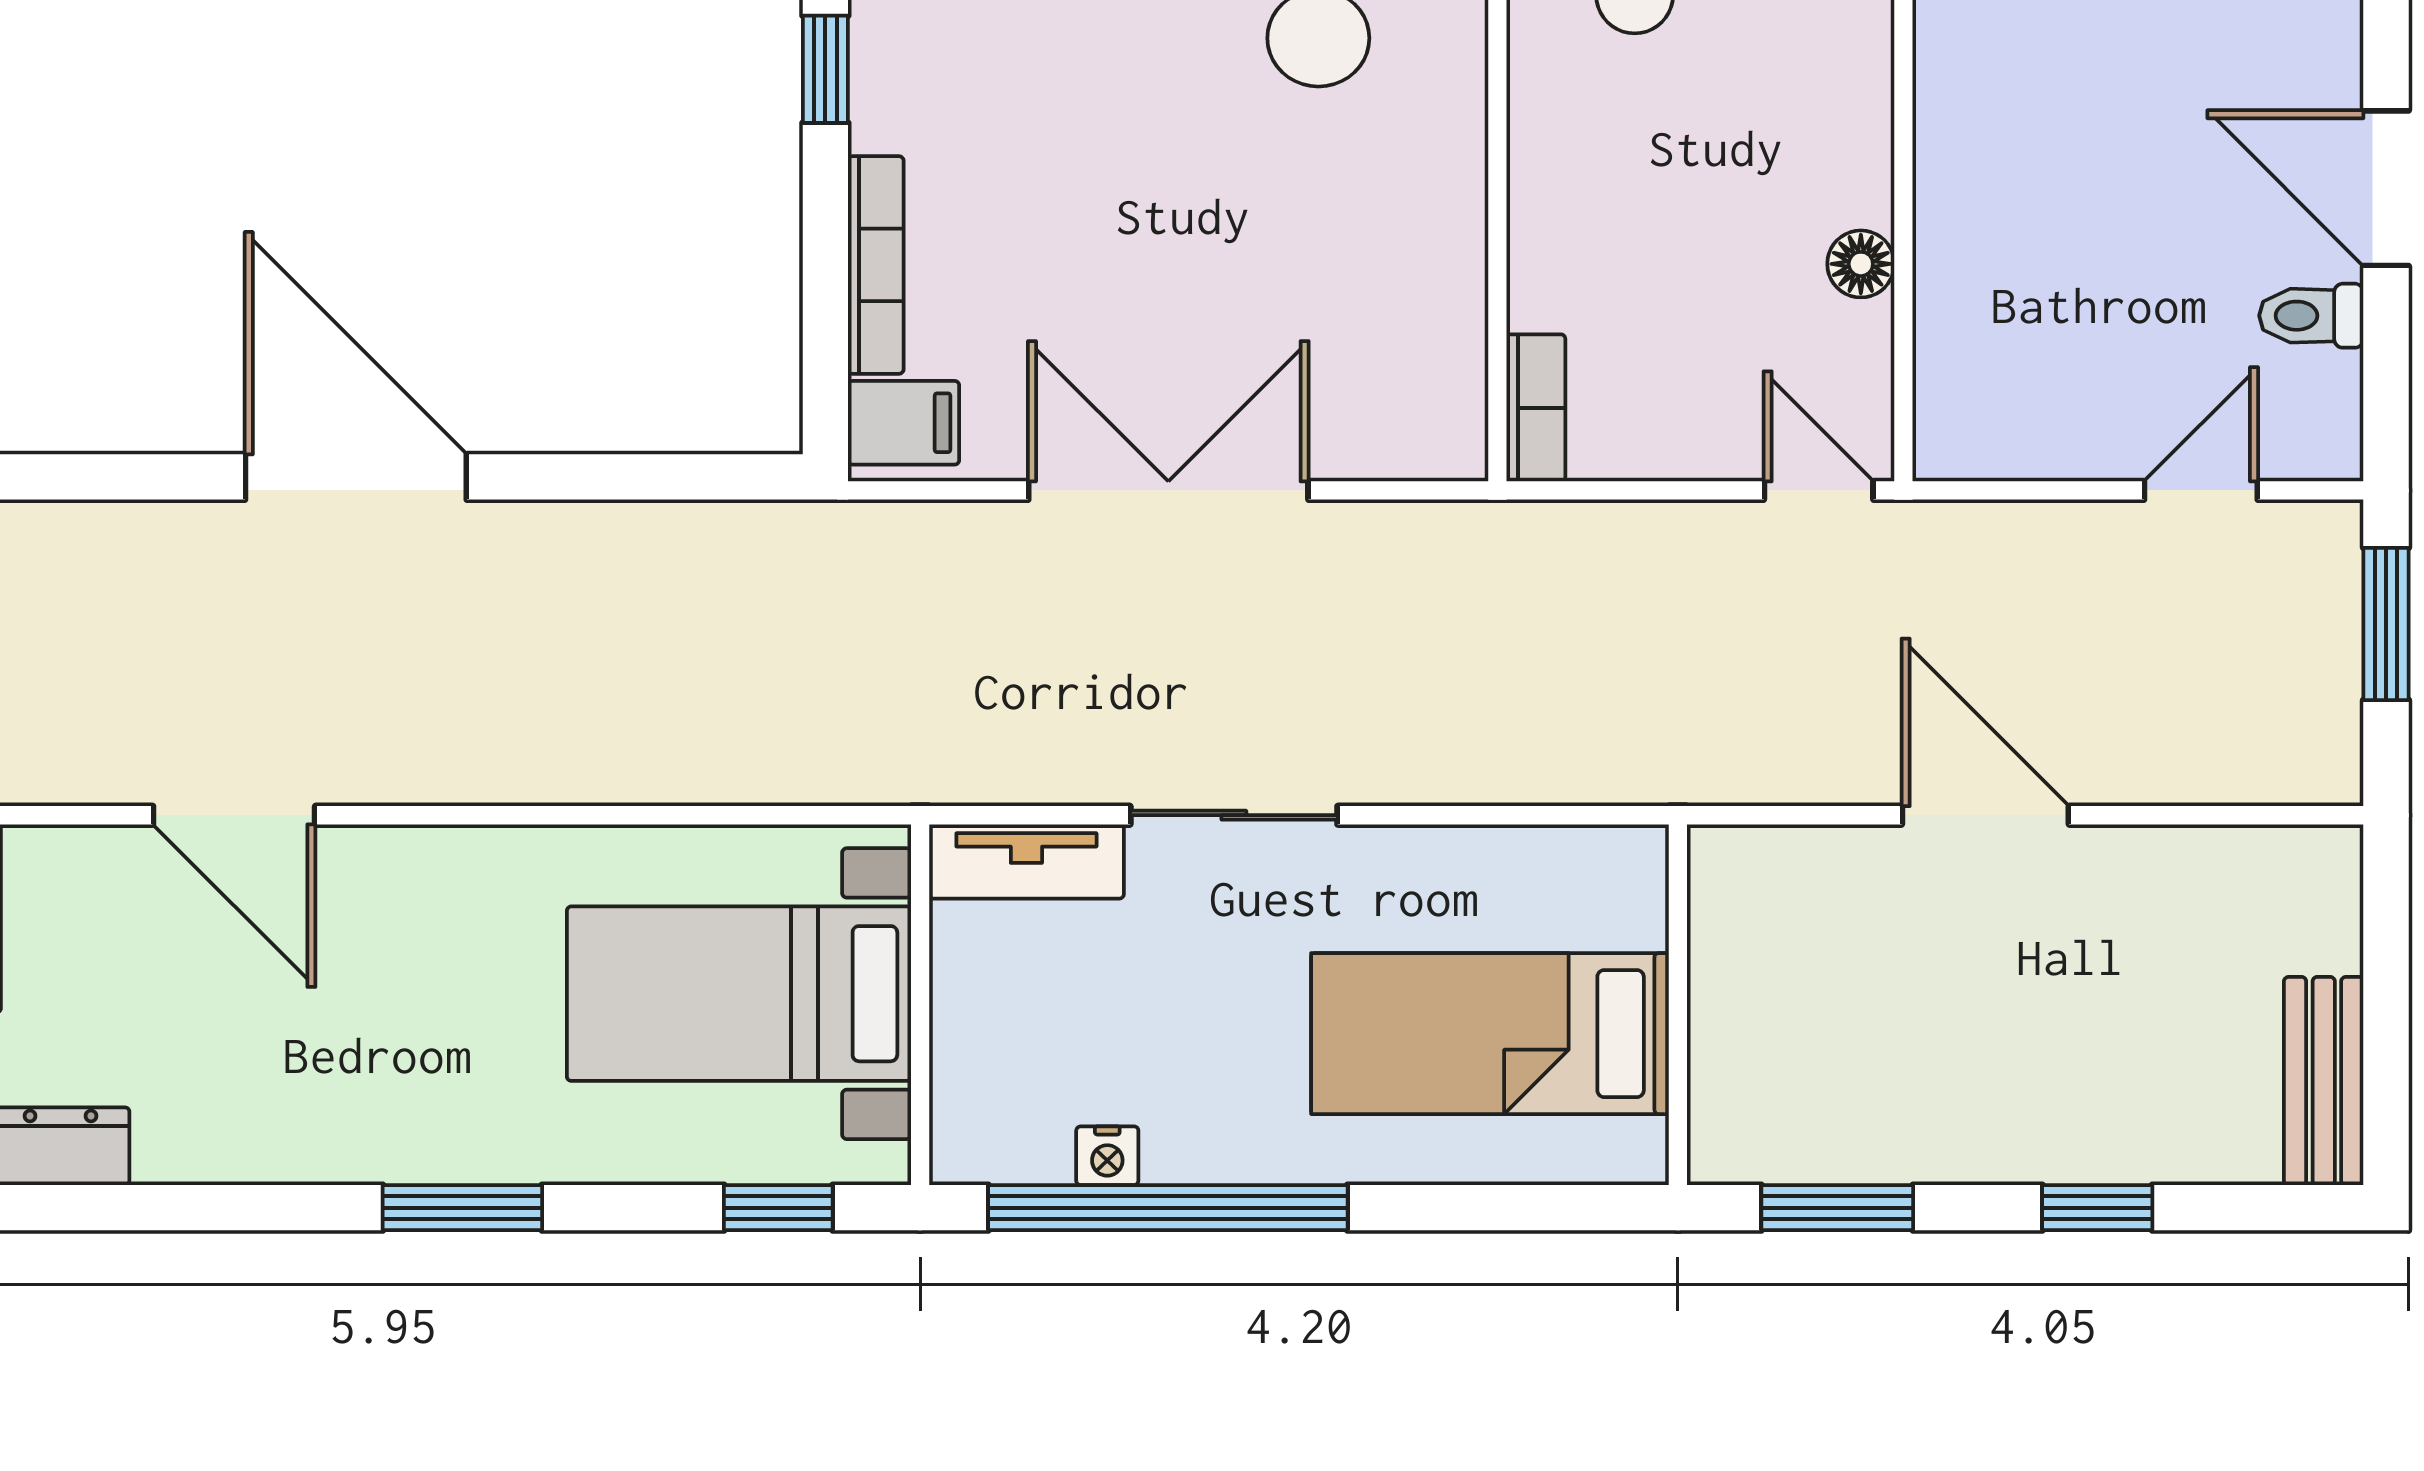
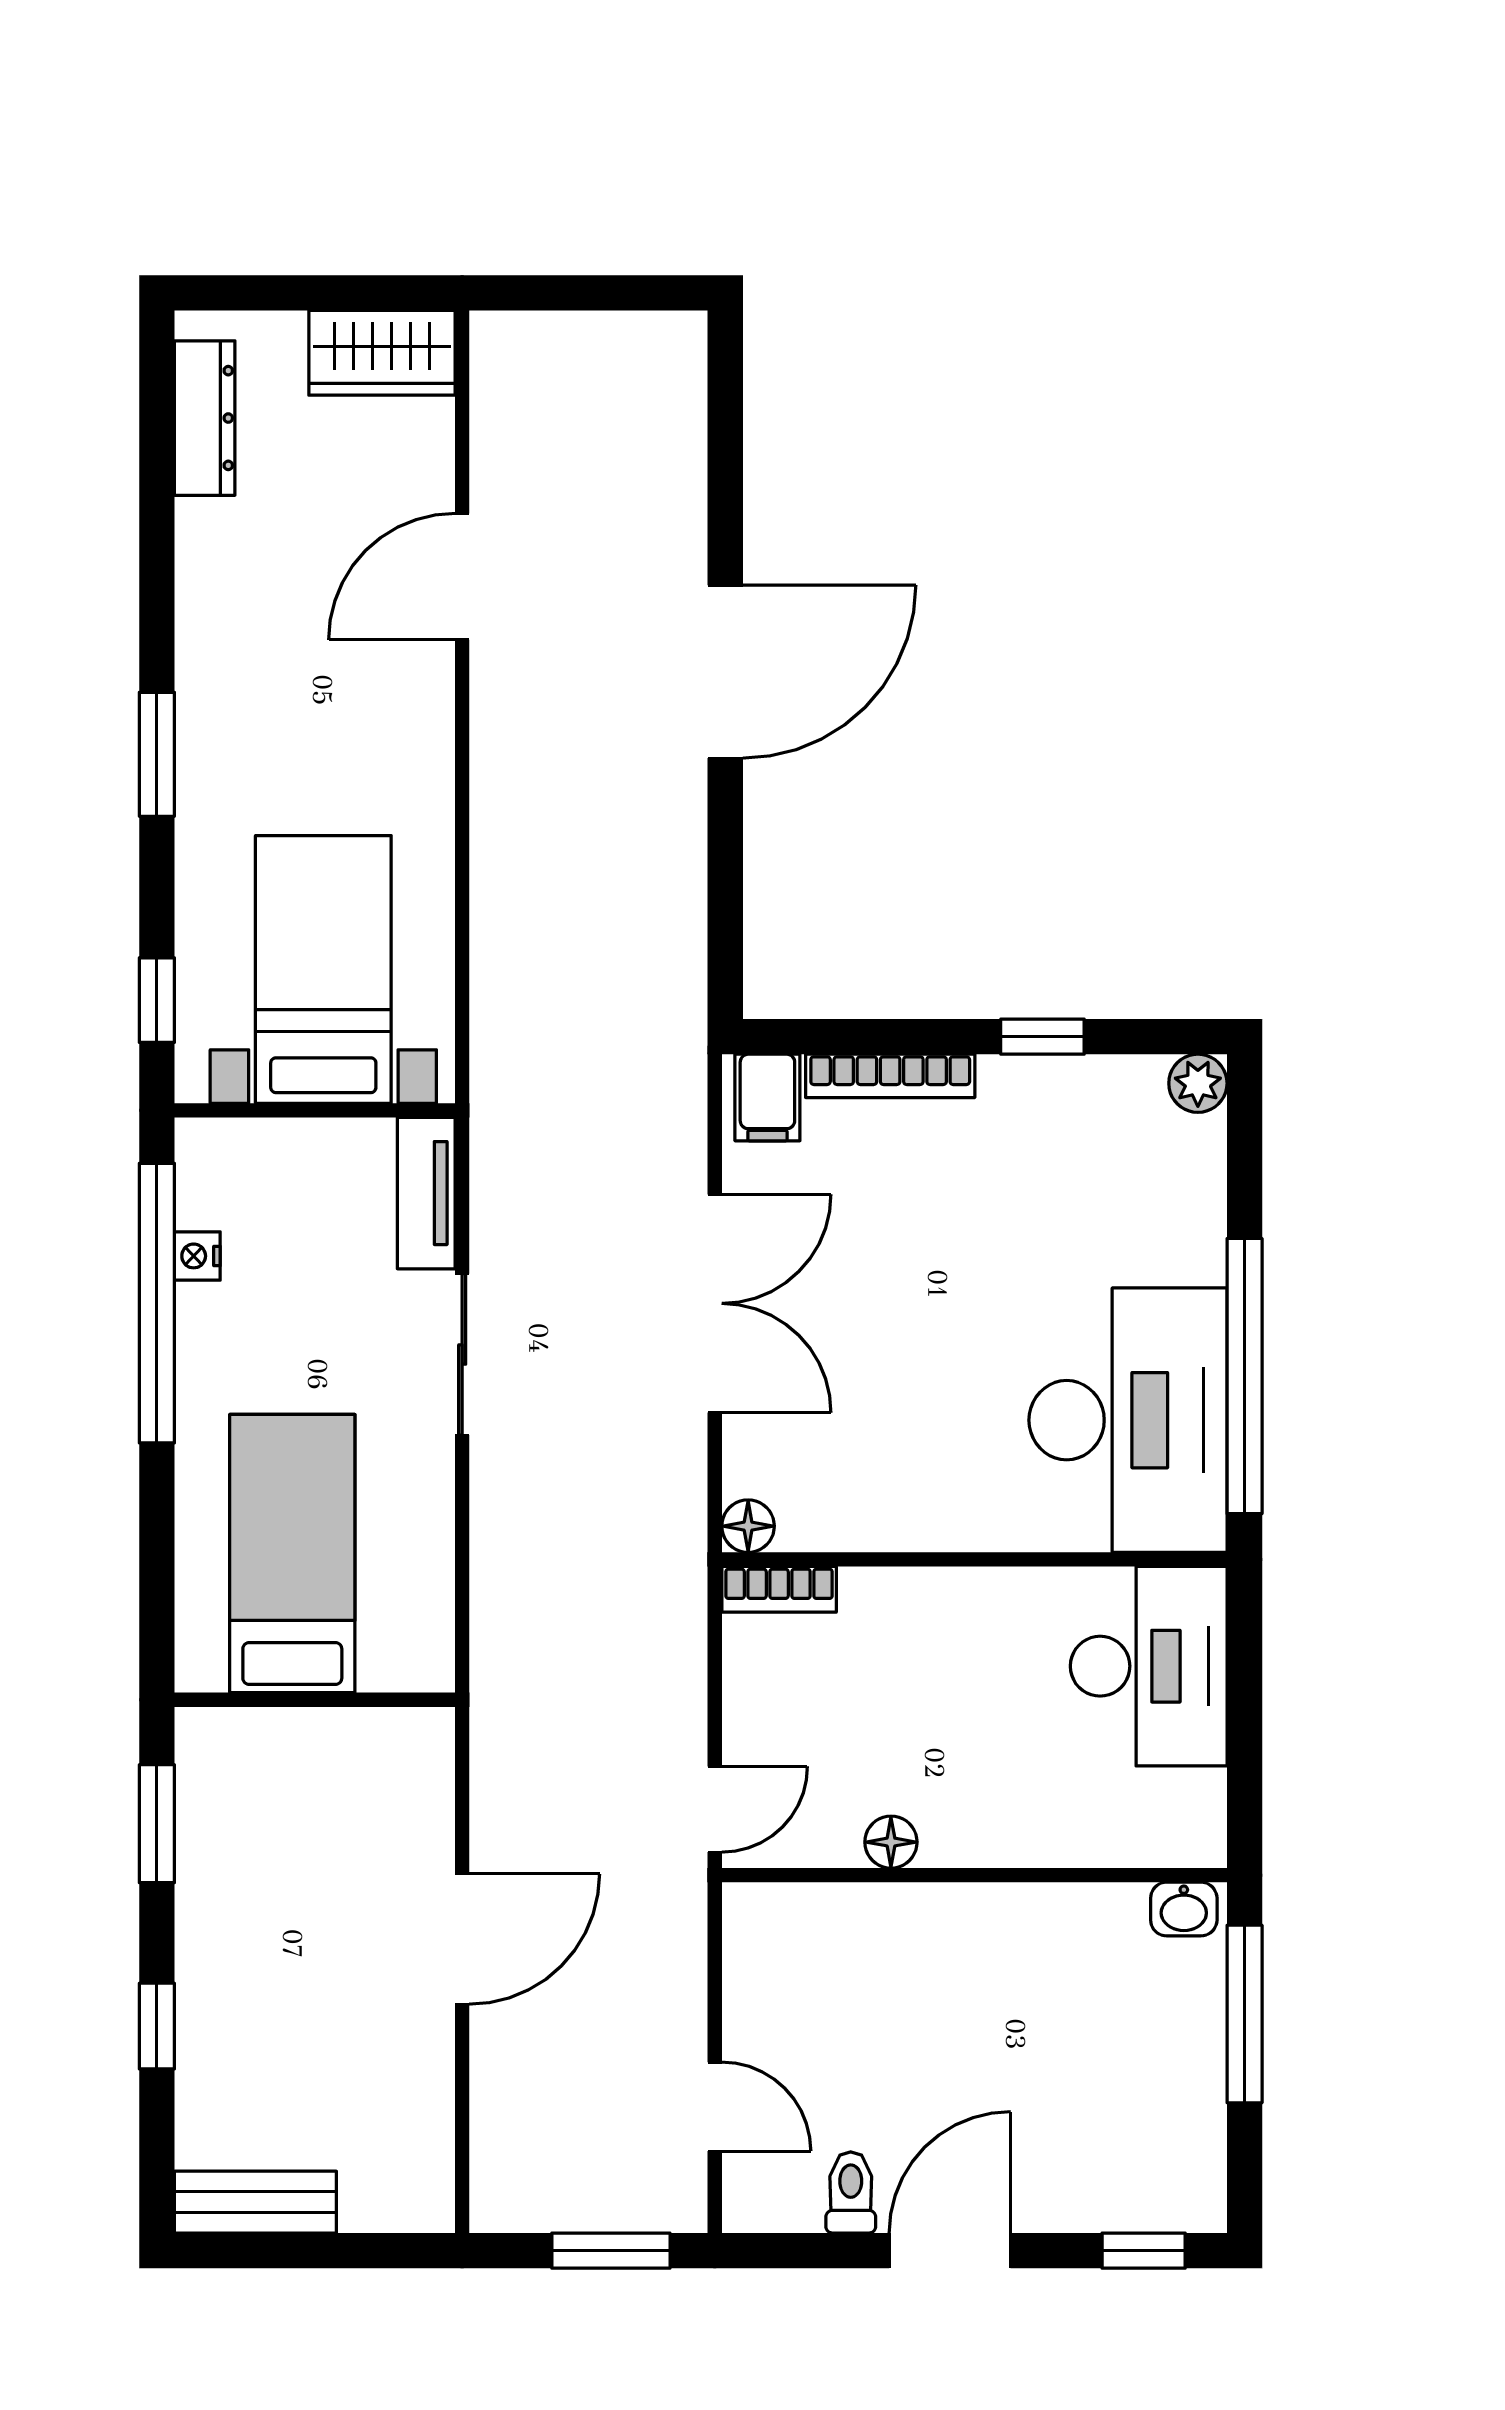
floor lamp: (1455, 448) -> (748, 1526), added

